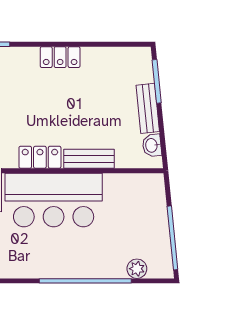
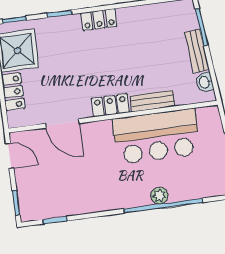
locker: (60, 57) -> (99, 20), moved
bar counter: (54, 200) -> (157, 136), moved
plant: (137, 269) -> (159, 196), moved

